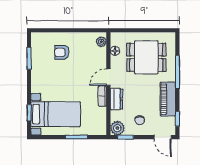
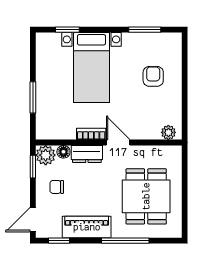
floor lamp: (115, 51) -> (63, 152), moved
bed with nightstands: (56, 114) -> (91, 68), moved

